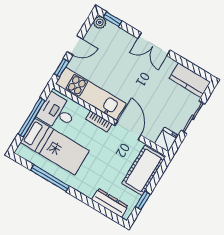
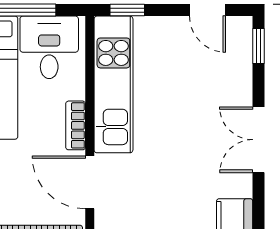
plant: (100, 22) -> (240, 28), removed
door: (75, 45) -> (208, 10), moved
door: (128, 130) -> (90, 182), swing flipped

